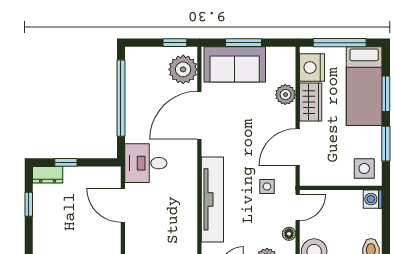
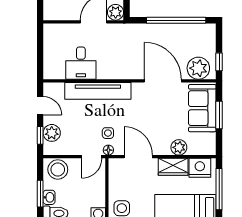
desk: (146, 163) -> (81, 63), moved, turned 180
plant: (111, 177) -> (116, 12), added
door: (298, 208) -> (92, 157), hinge flipped
floor lamp: (289, 234) -> (108, 150), moved

